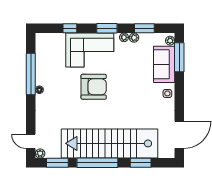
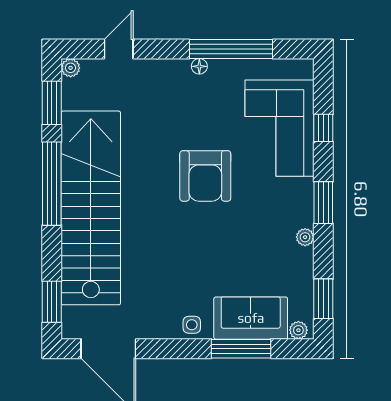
window: (144, 28) -> (323, 299), moved
plant: (134, 38) -> (305, 257), removed
corner sofa: (90, 50) -> (280, 128), moved
window: (179, 57) -> (241, 349), moved
door: (31, 141) -> (119, 49), moved
window: (141, 163) -> (52, 302), moved

